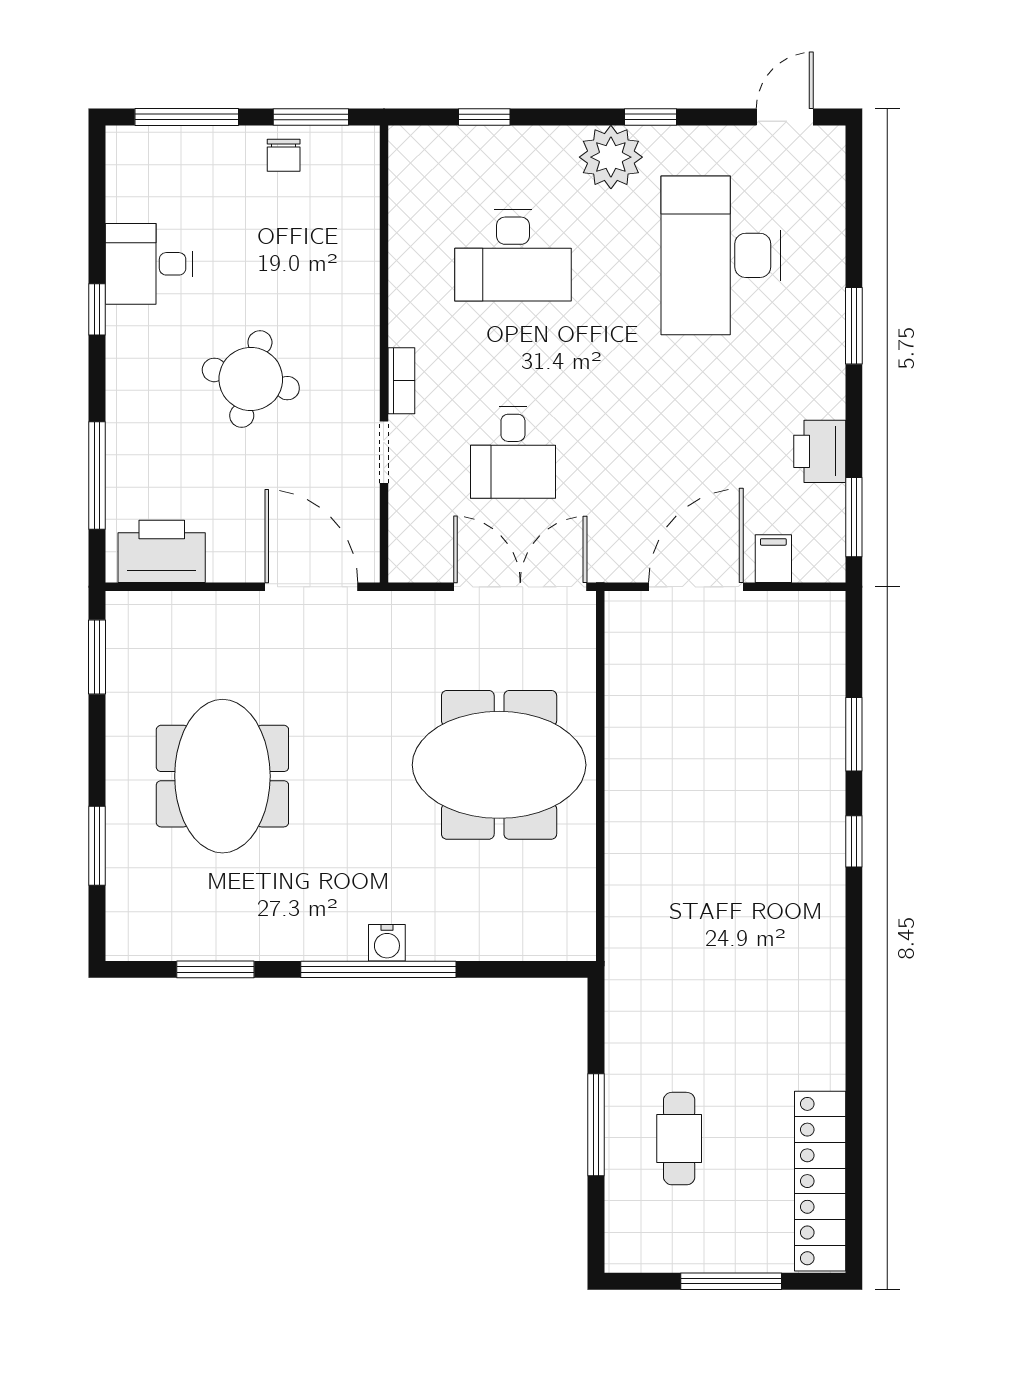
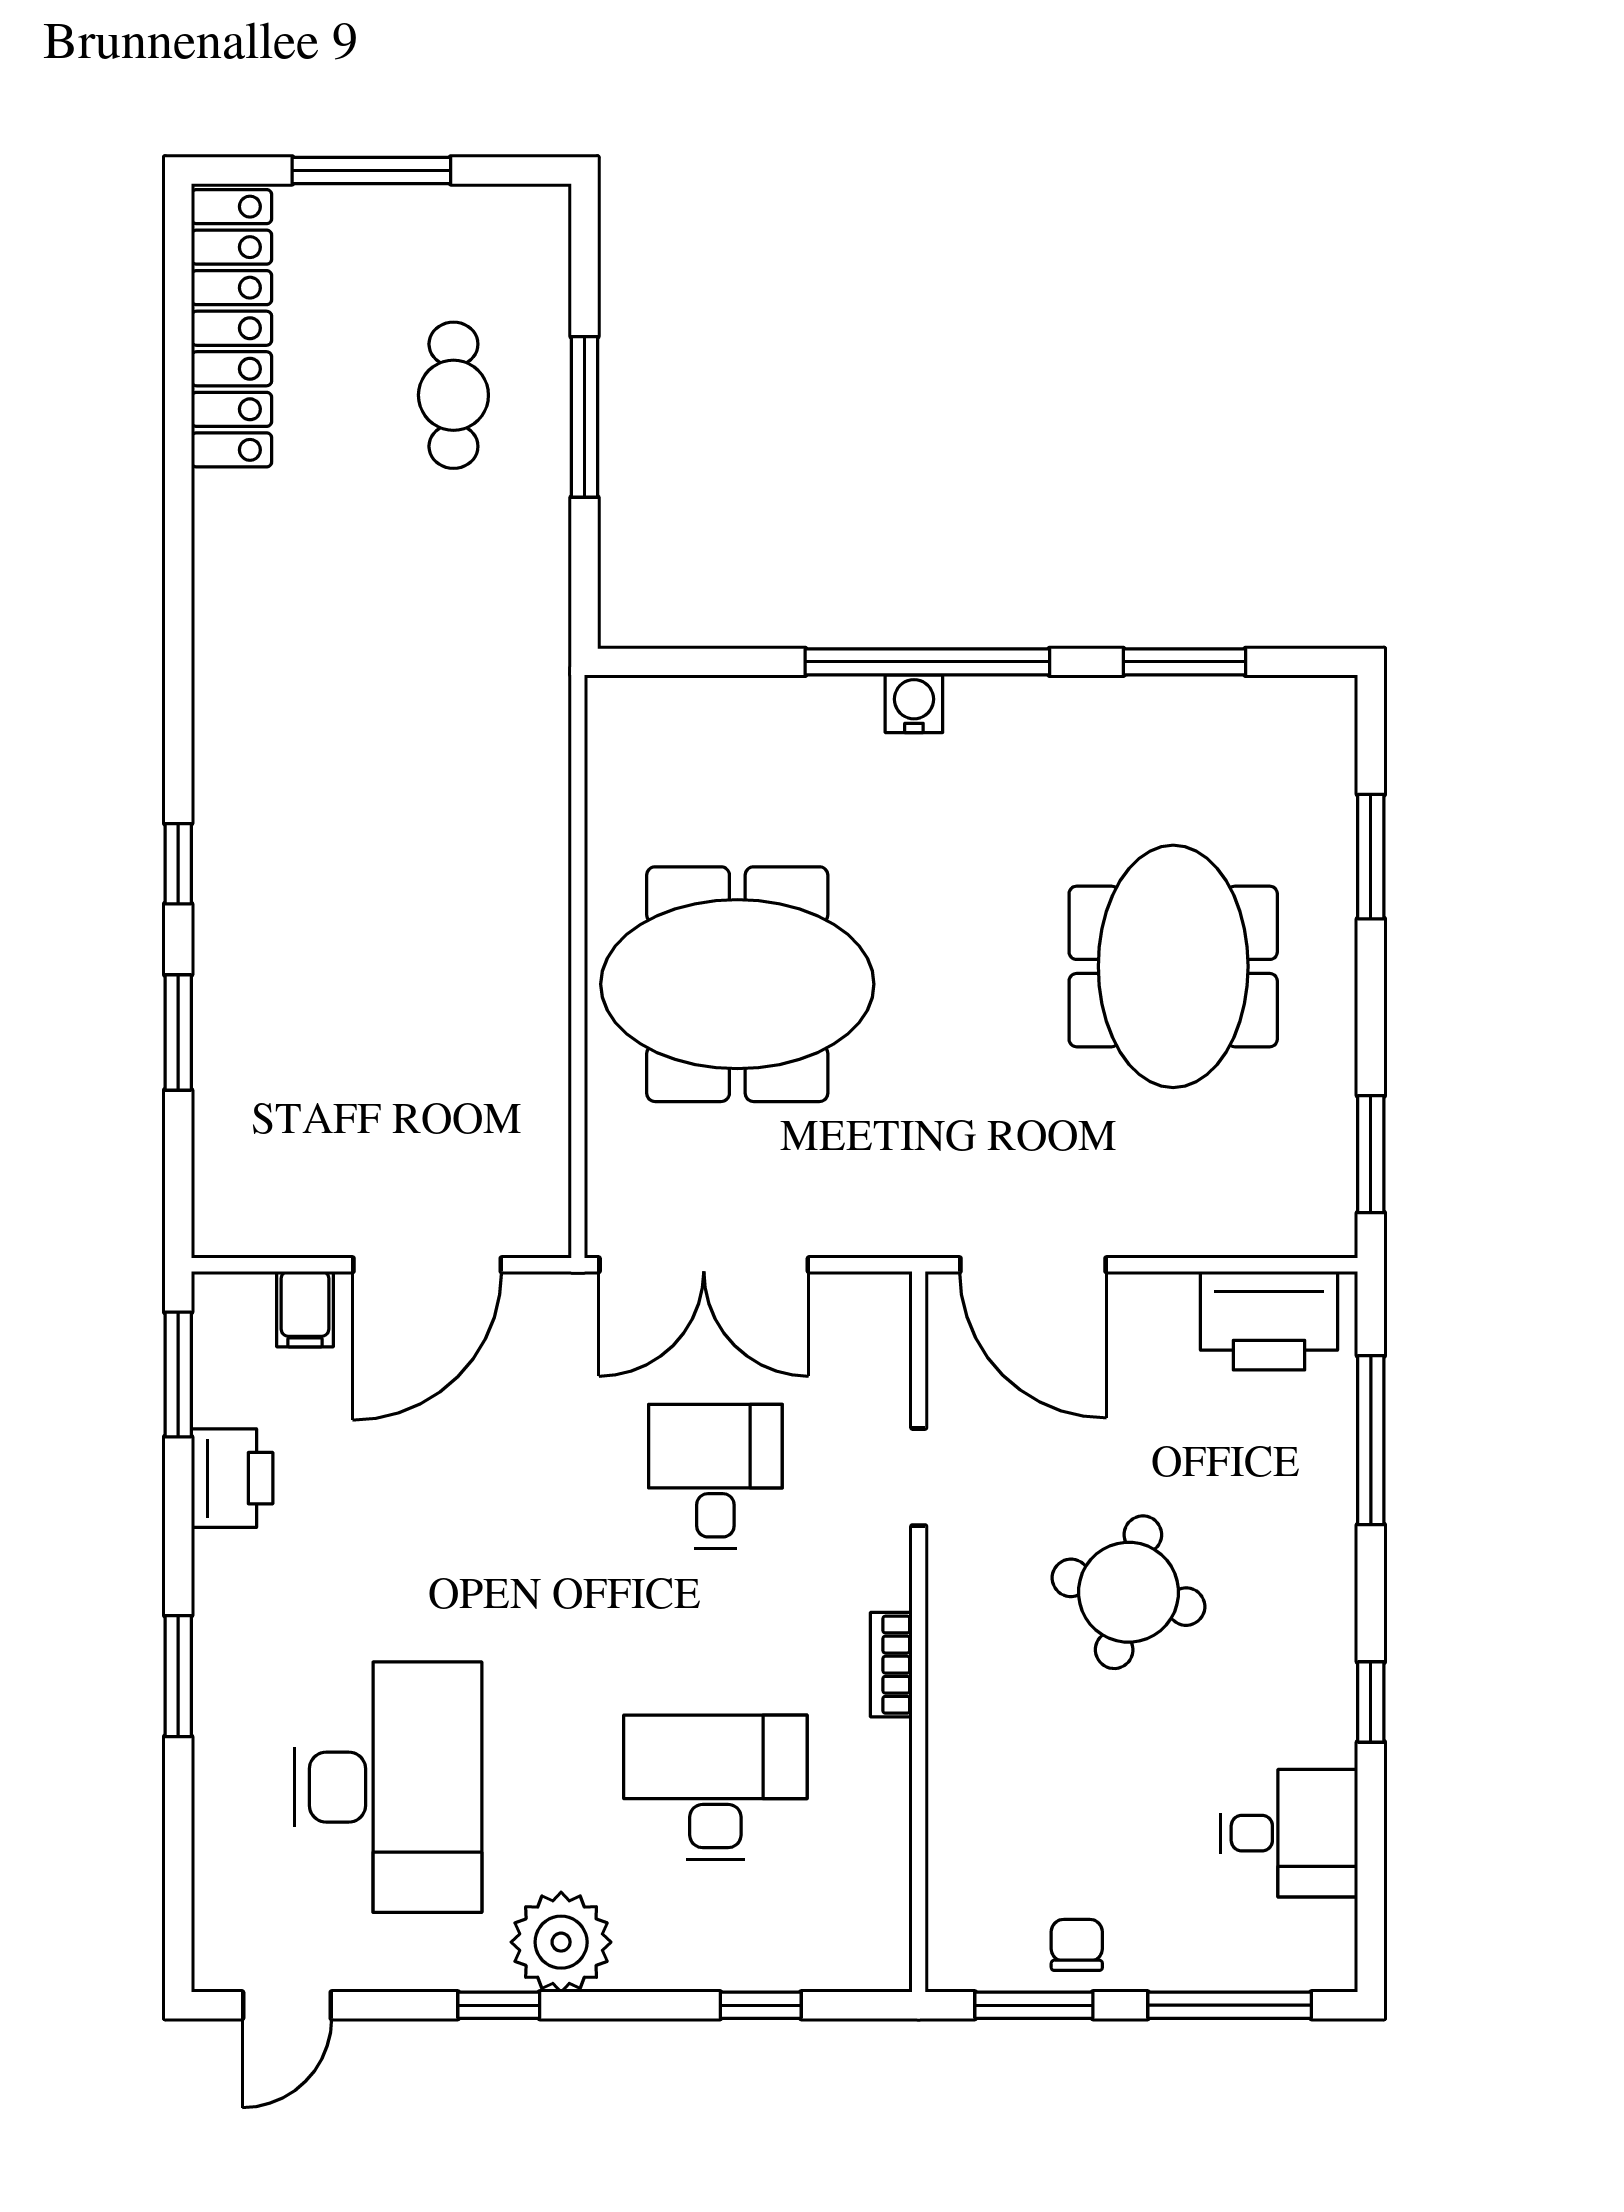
desk: (149, 264) -> (1289, 1833), moved
bookcase: (401, 381) -> (891, 1665), moved

